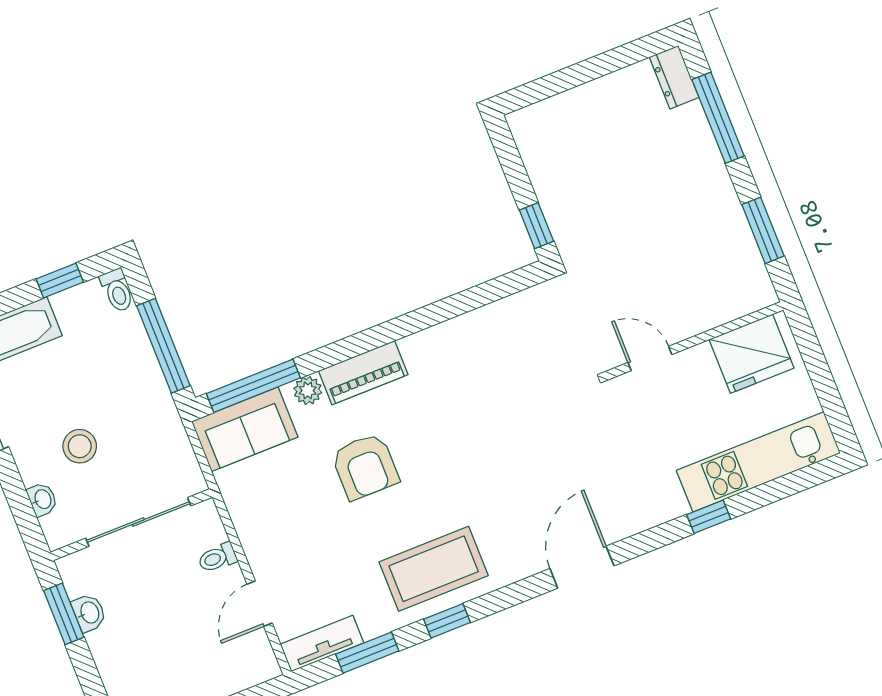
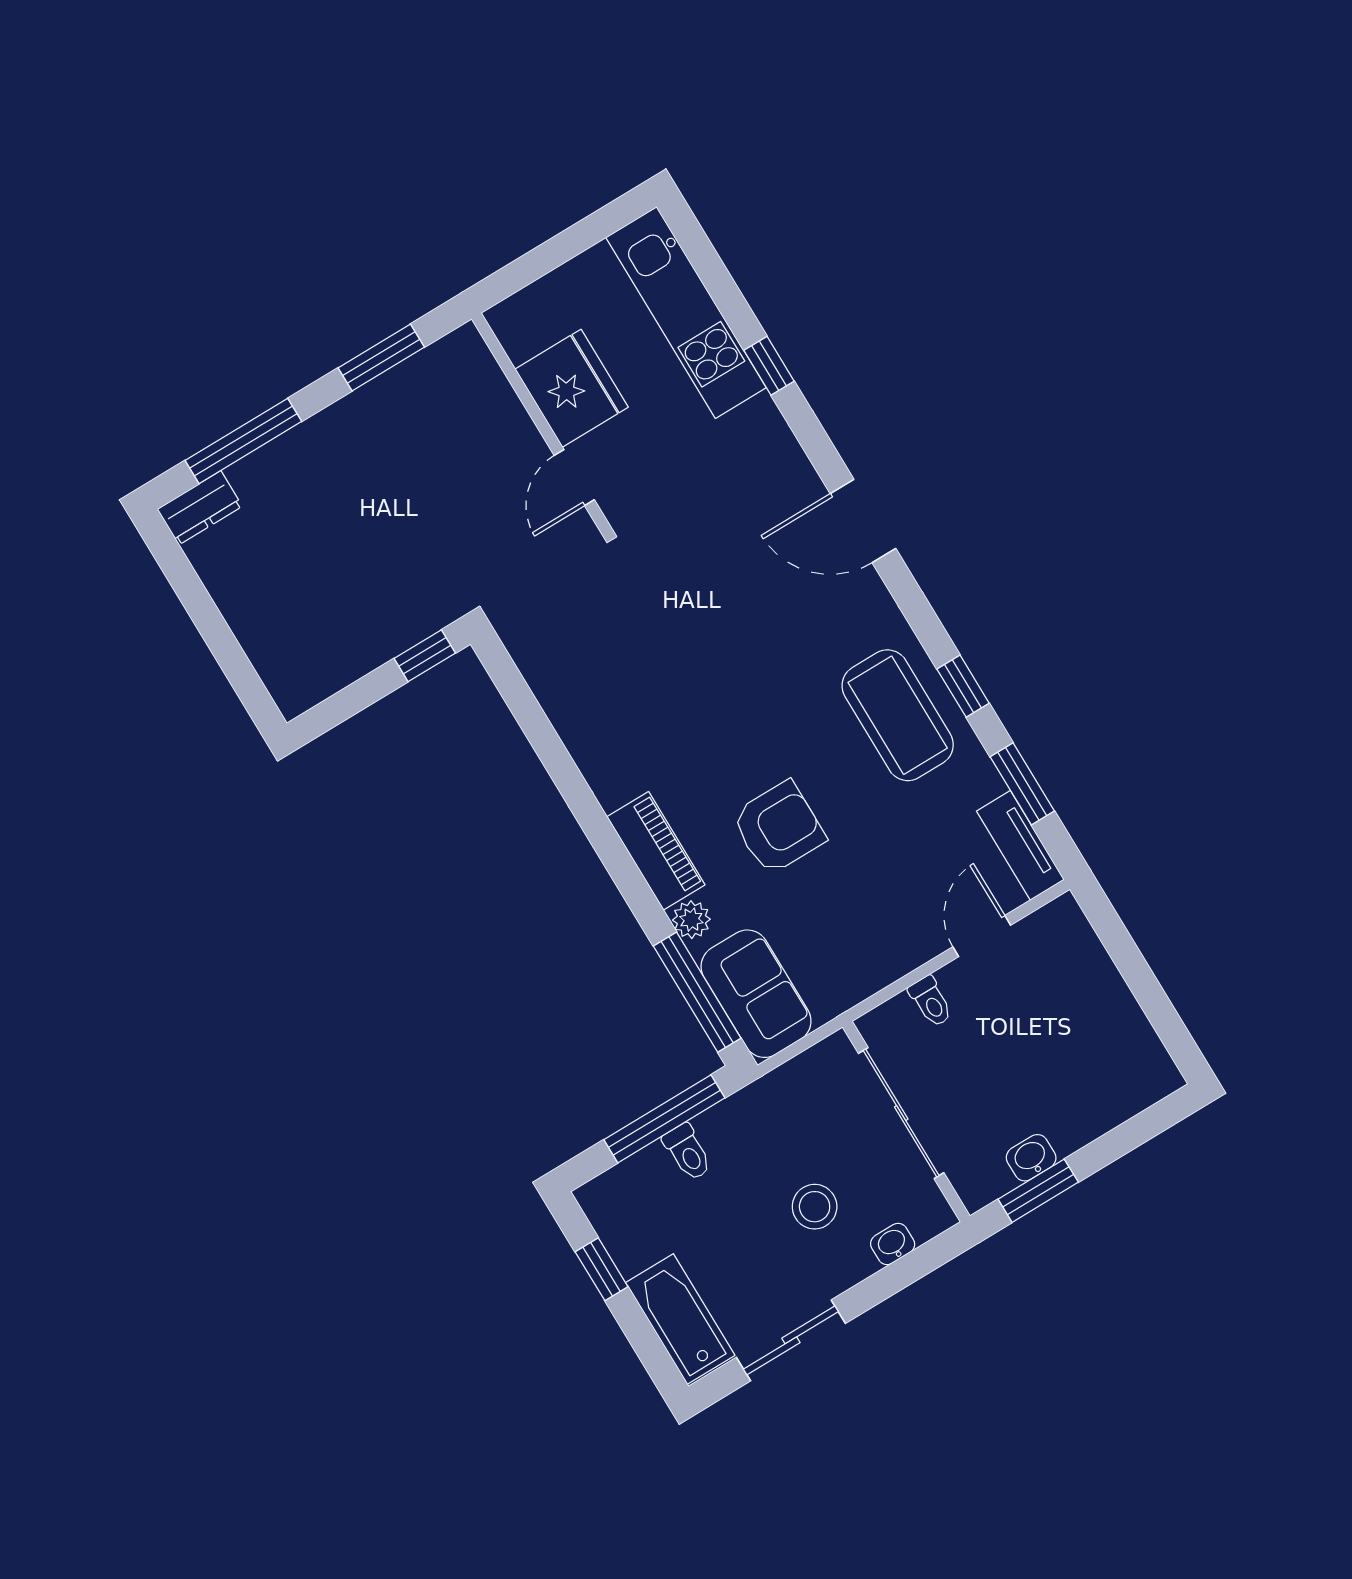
toilet: (117, 290) -> (688, 1152), moved, turned 90
fridge: (752, 354) -> (572, 388), moved
door: (260, 604) -> (982, 936), swing flipped

